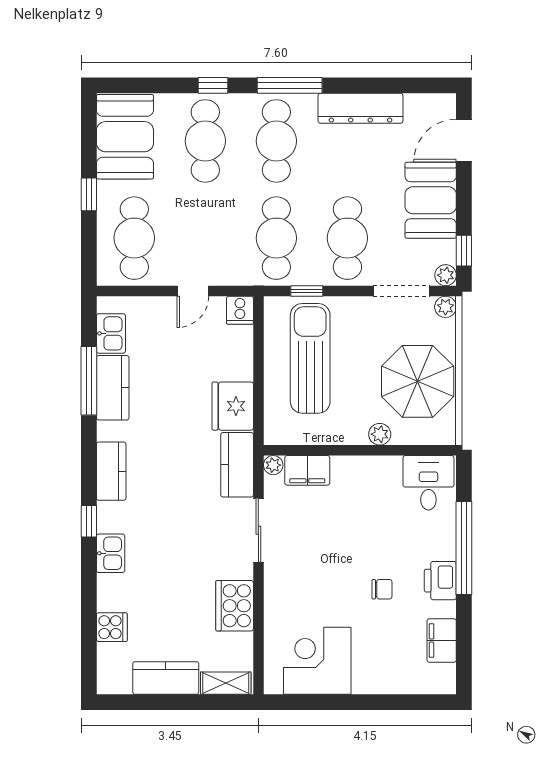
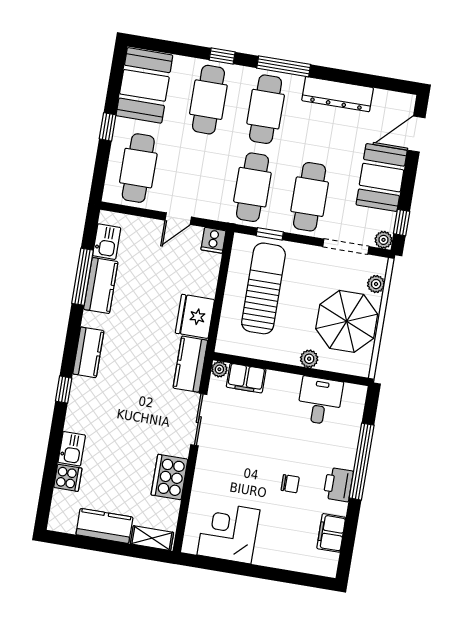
plant: (445, 307) -> (376, 284), moved
desk: (428, 483) -> (320, 401), moved
kitchen sink: (111, 553) -> (72, 449), moved

